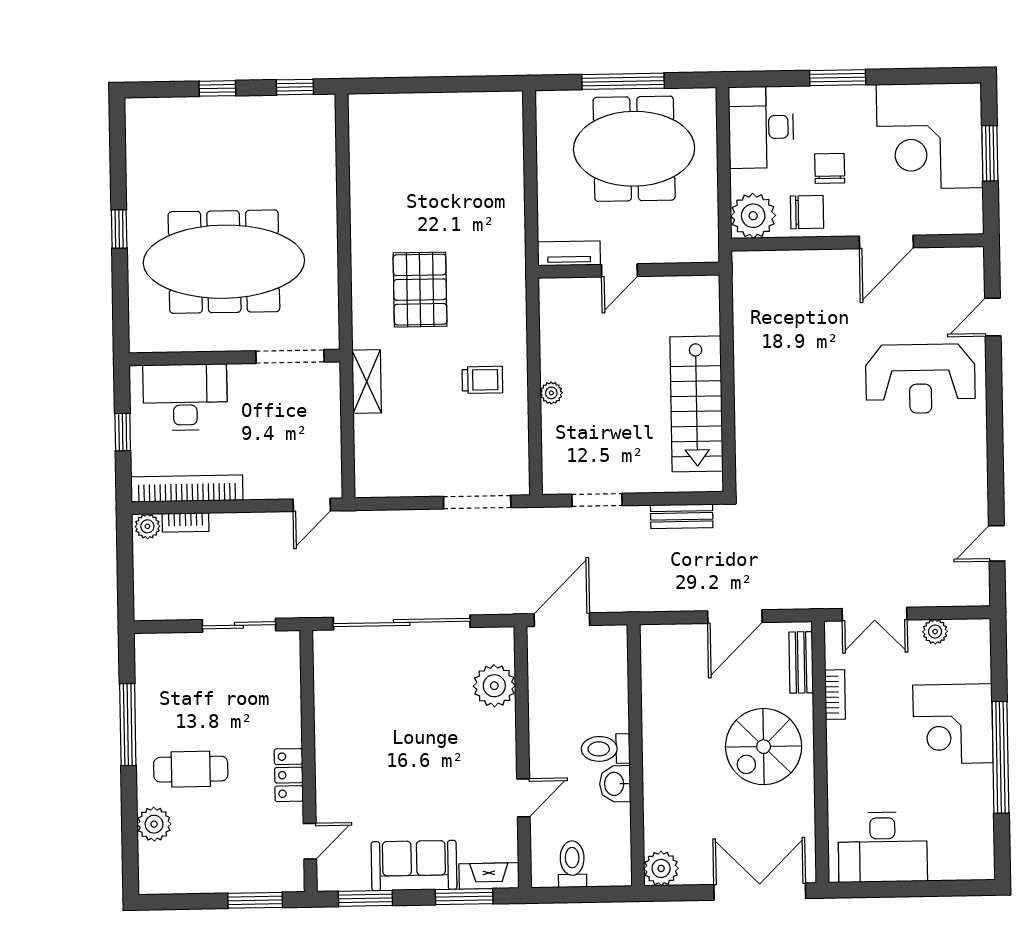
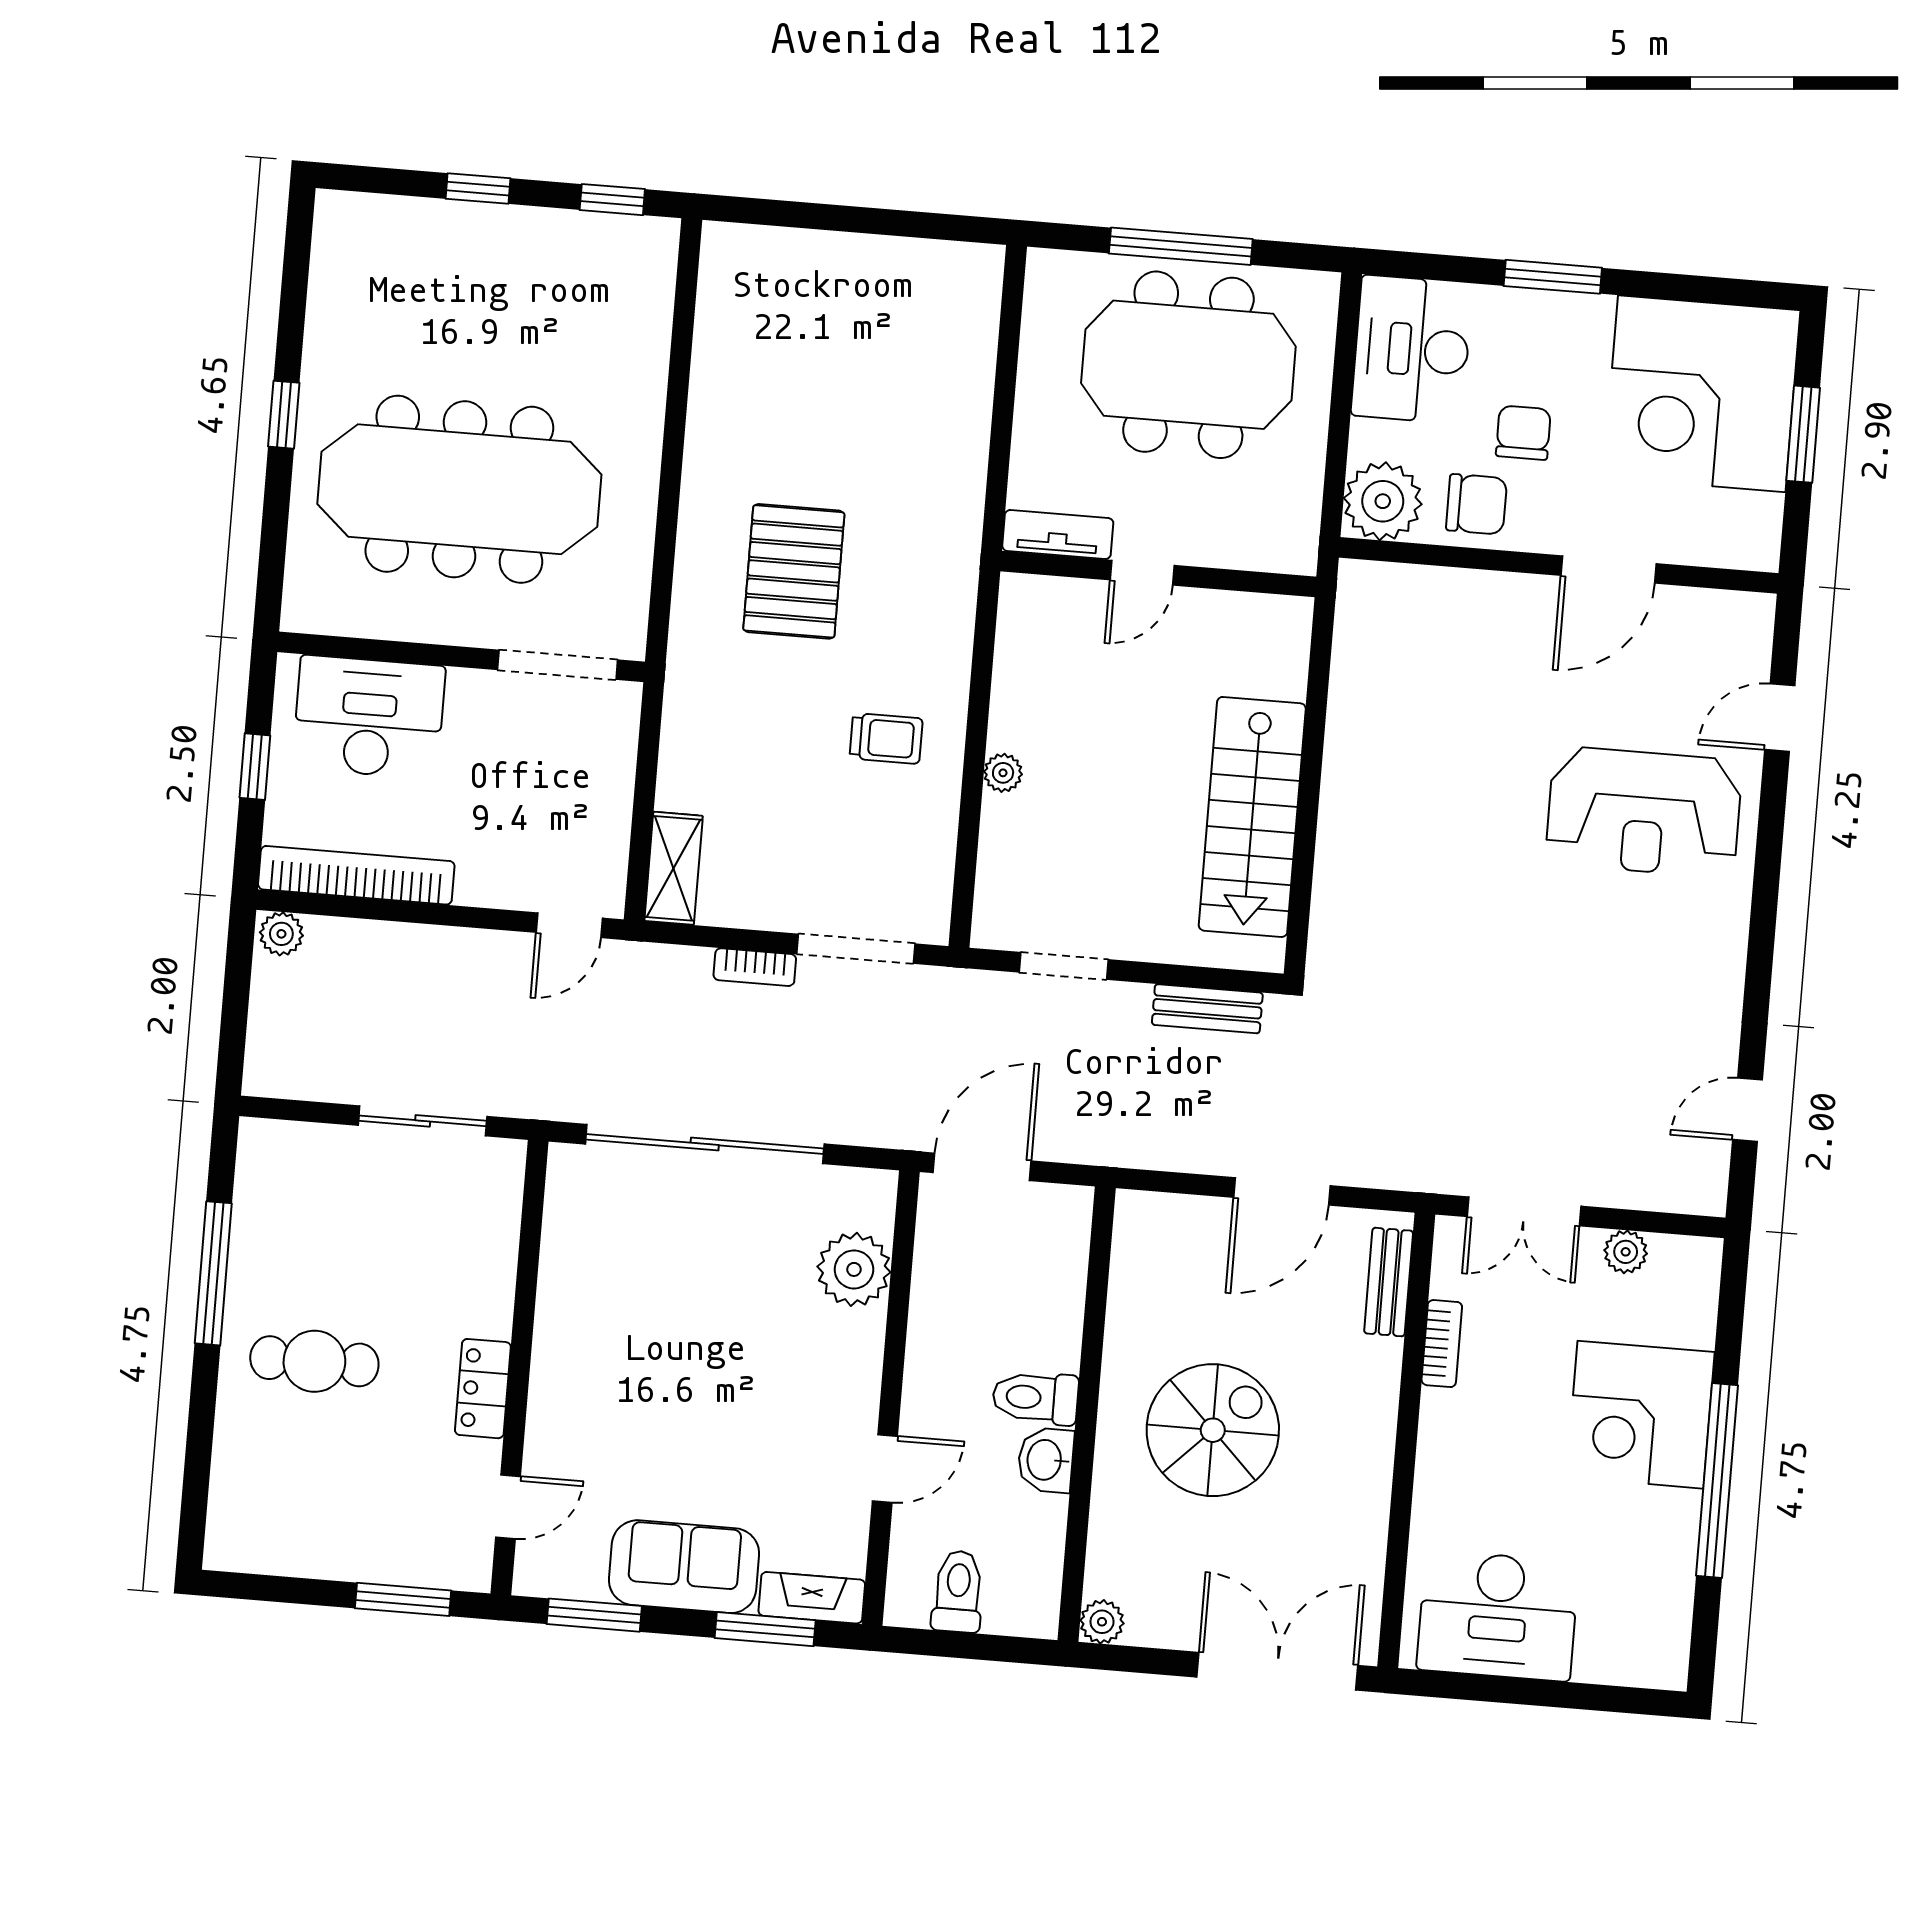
shelving: (367, 382) -> (674, 868), moved
bookcase: (186, 522) -> (755, 967), moved
spiral stairs: (764, 747) -> (1213, 1430), moved, turned 180
plant: (154, 824) -> (241, 1450), removed
plant: (661, 868) -> (1102, 1622), width x0.73, depth x0.73

